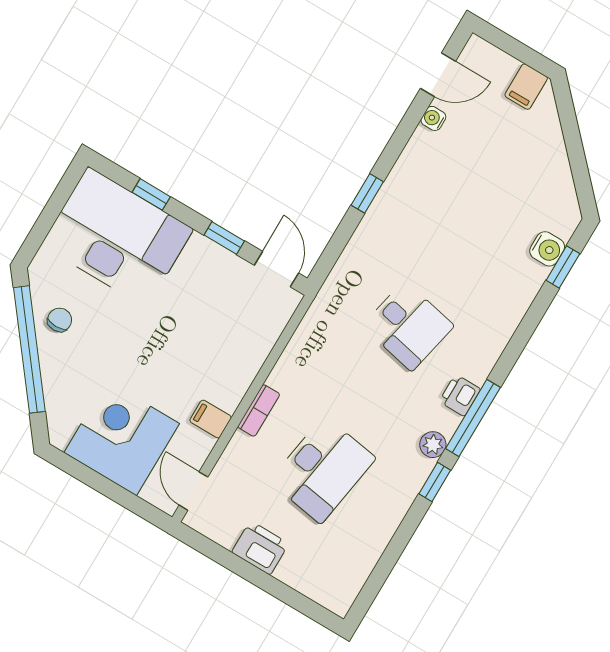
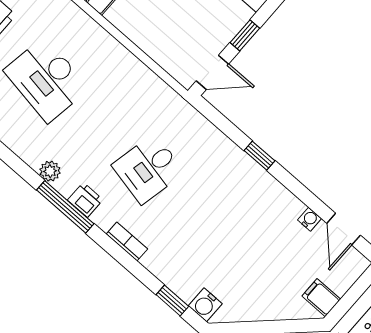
water cooler: (547, 249) -> (205, 305), moved
bookcase: (259, 410) -> (127, 242), moved, turned 180
window: (435, 482) -> (20, 167), removed

